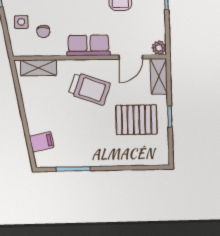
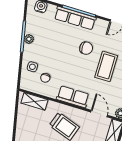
door: (131, 57) -> (99, 114), swing flipped

